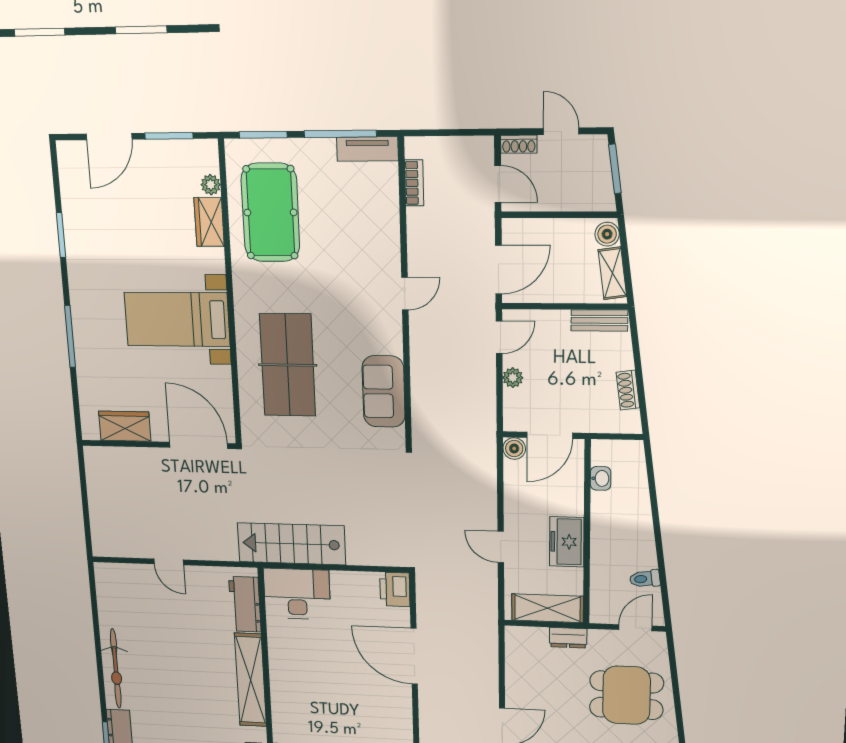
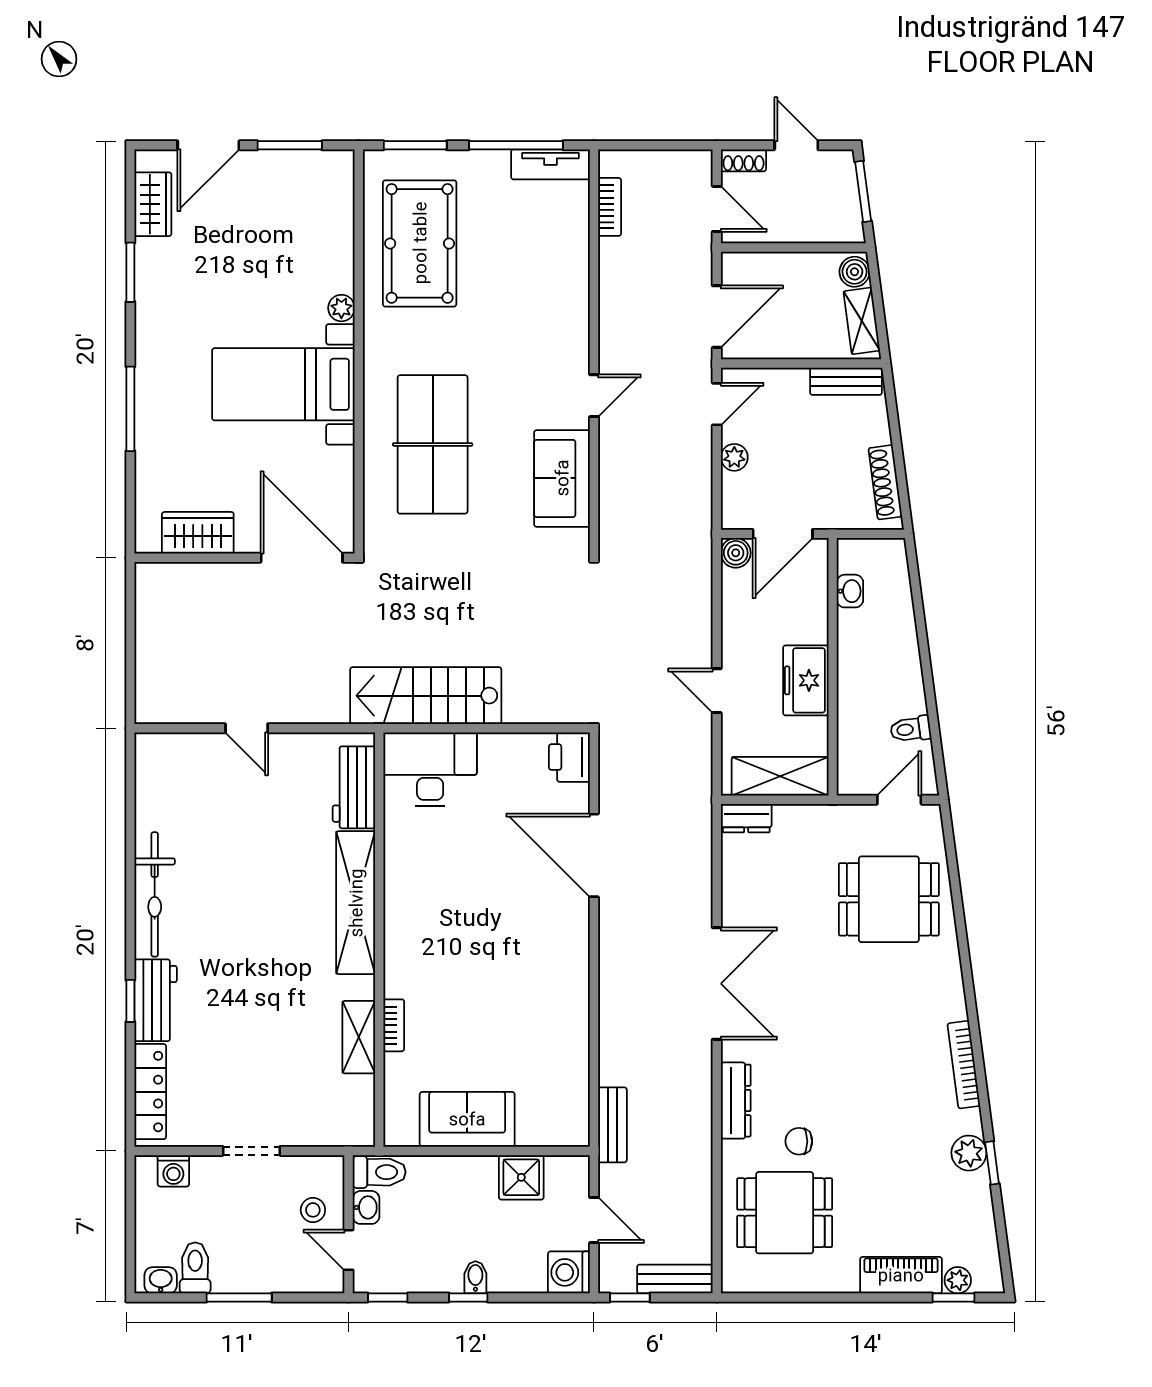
plant: (211, 185) -> (341, 308), moved
wardrobe: (209, 222) -> (153, 204), moved, turned 180
door: (405, 294) -> (594, 396), moved
shoe rack: (628, 390) -> (885, 482), width x1.43
dresser: (568, 638) -> (746, 818), moved

